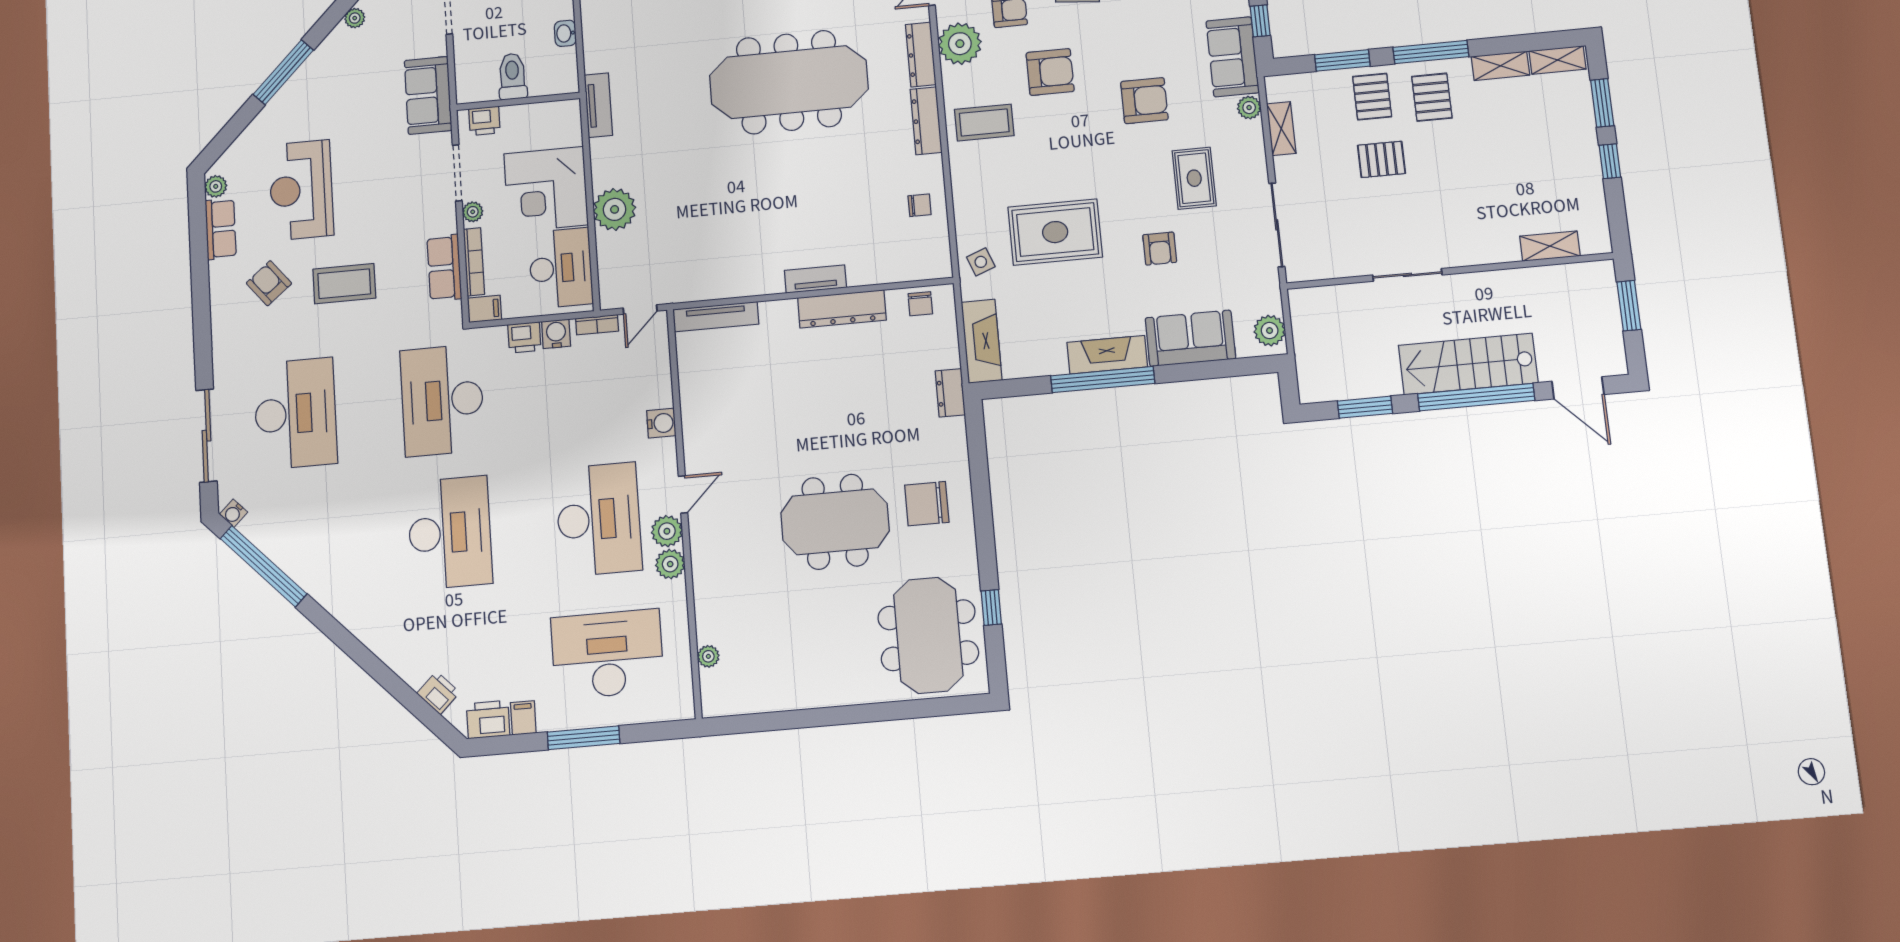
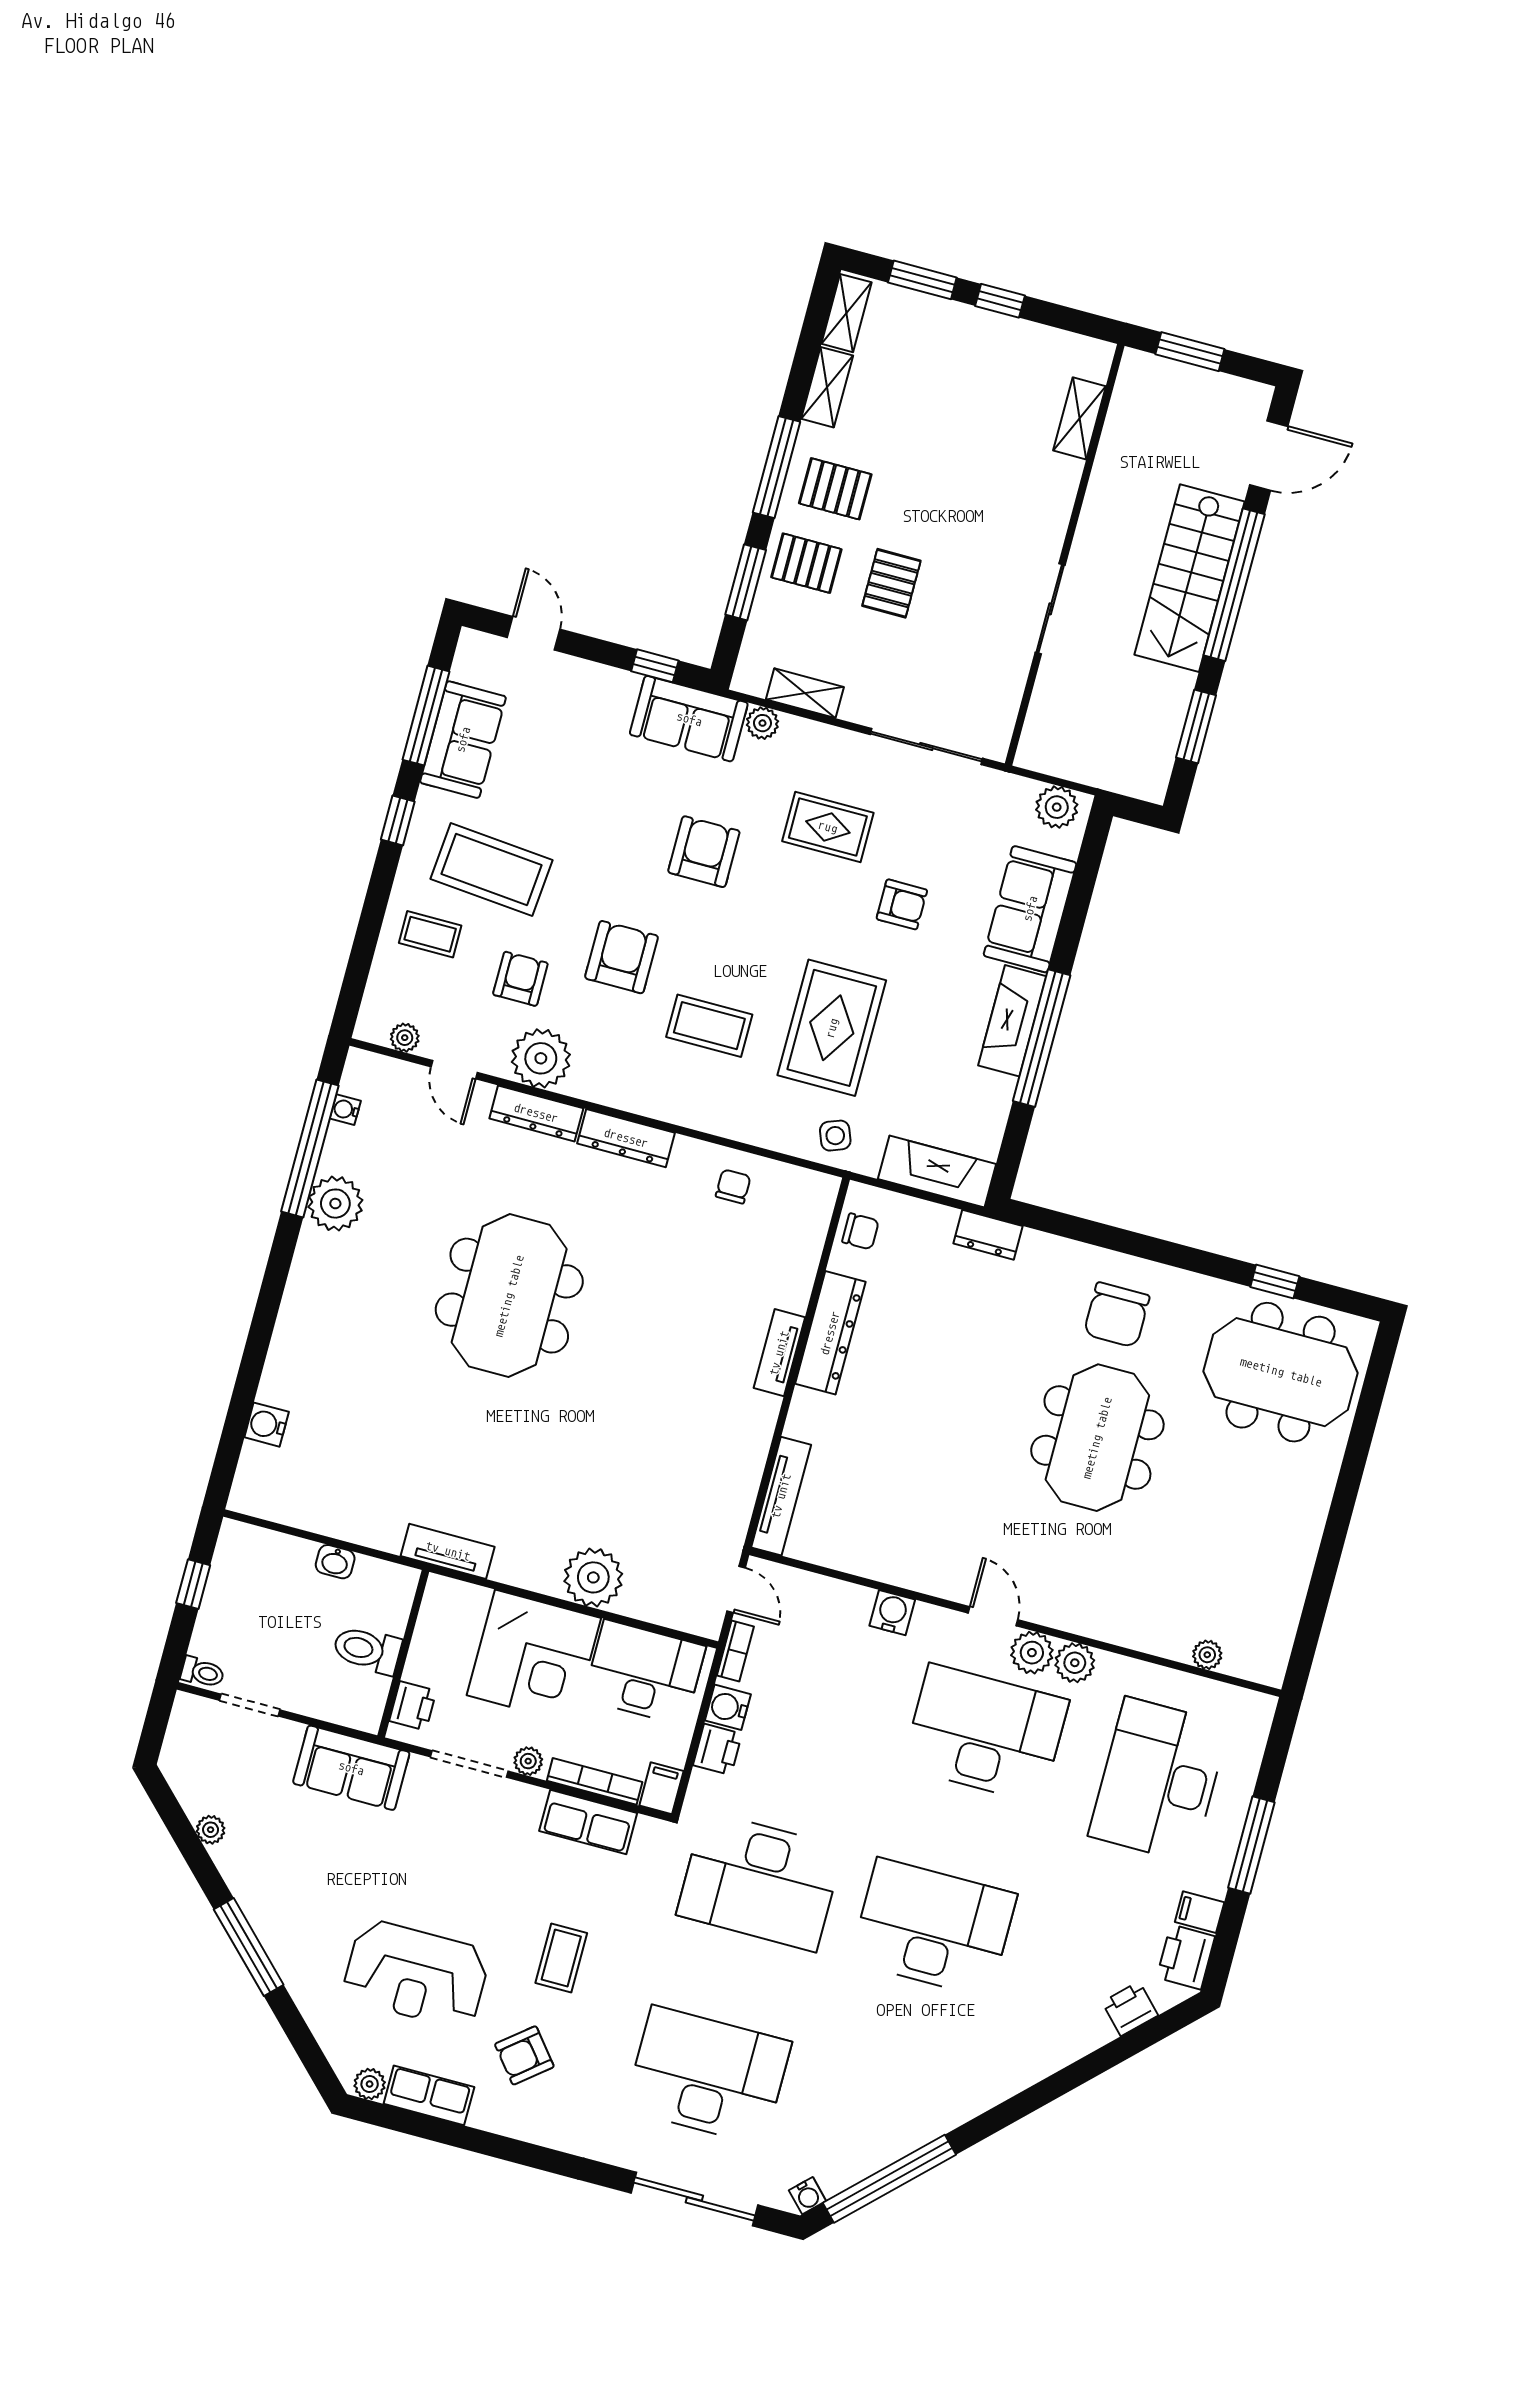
meeting table: (789, 82) -> (509, 1296), width x0.73
coffee table: (984, 123) -> (709, 1026), moved, turned 90
coffee table: (344, 284) -> (561, 1958), width x0.73, depth x0.77

